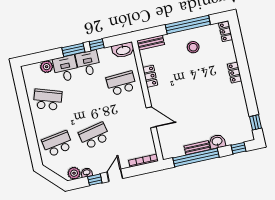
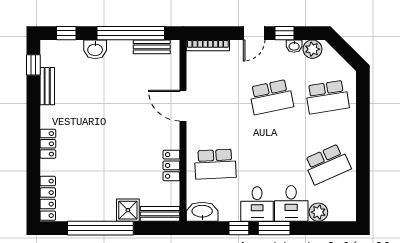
locker: (226, 31) -> (48, 198), width x1.53
shower: (172, 40) -> (128, 210), added
stool: (193, 47) -> (100, 194), removed
school desk: (48, 100) -> (327, 164), turned -42
bench: (243, 110) -> (47, 86), added
bench: (197, 148) -> (152, 47), moved

